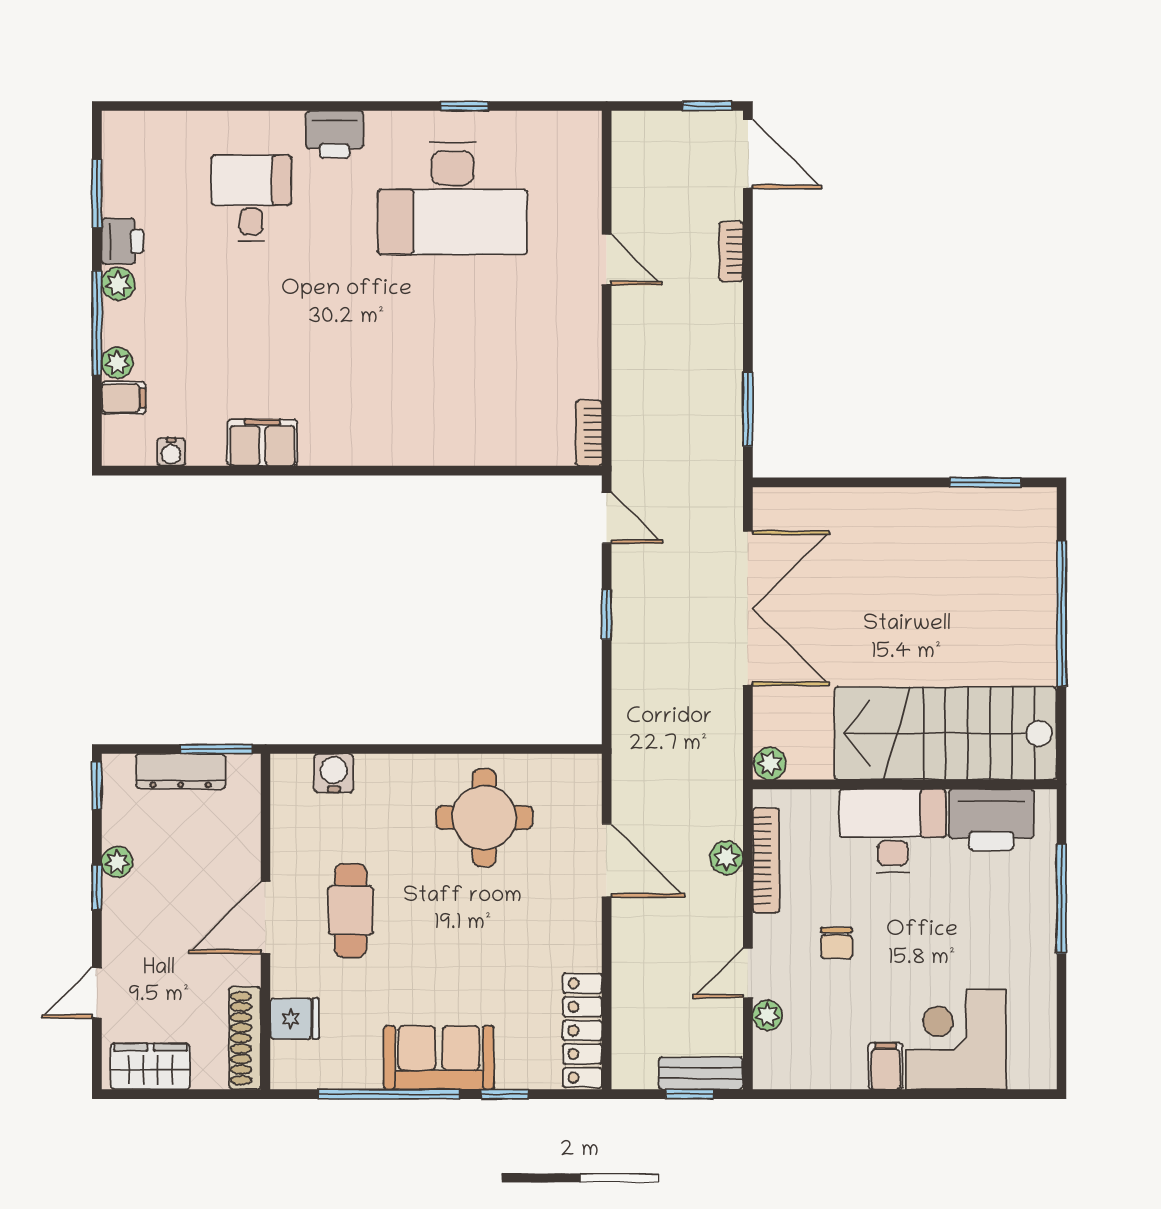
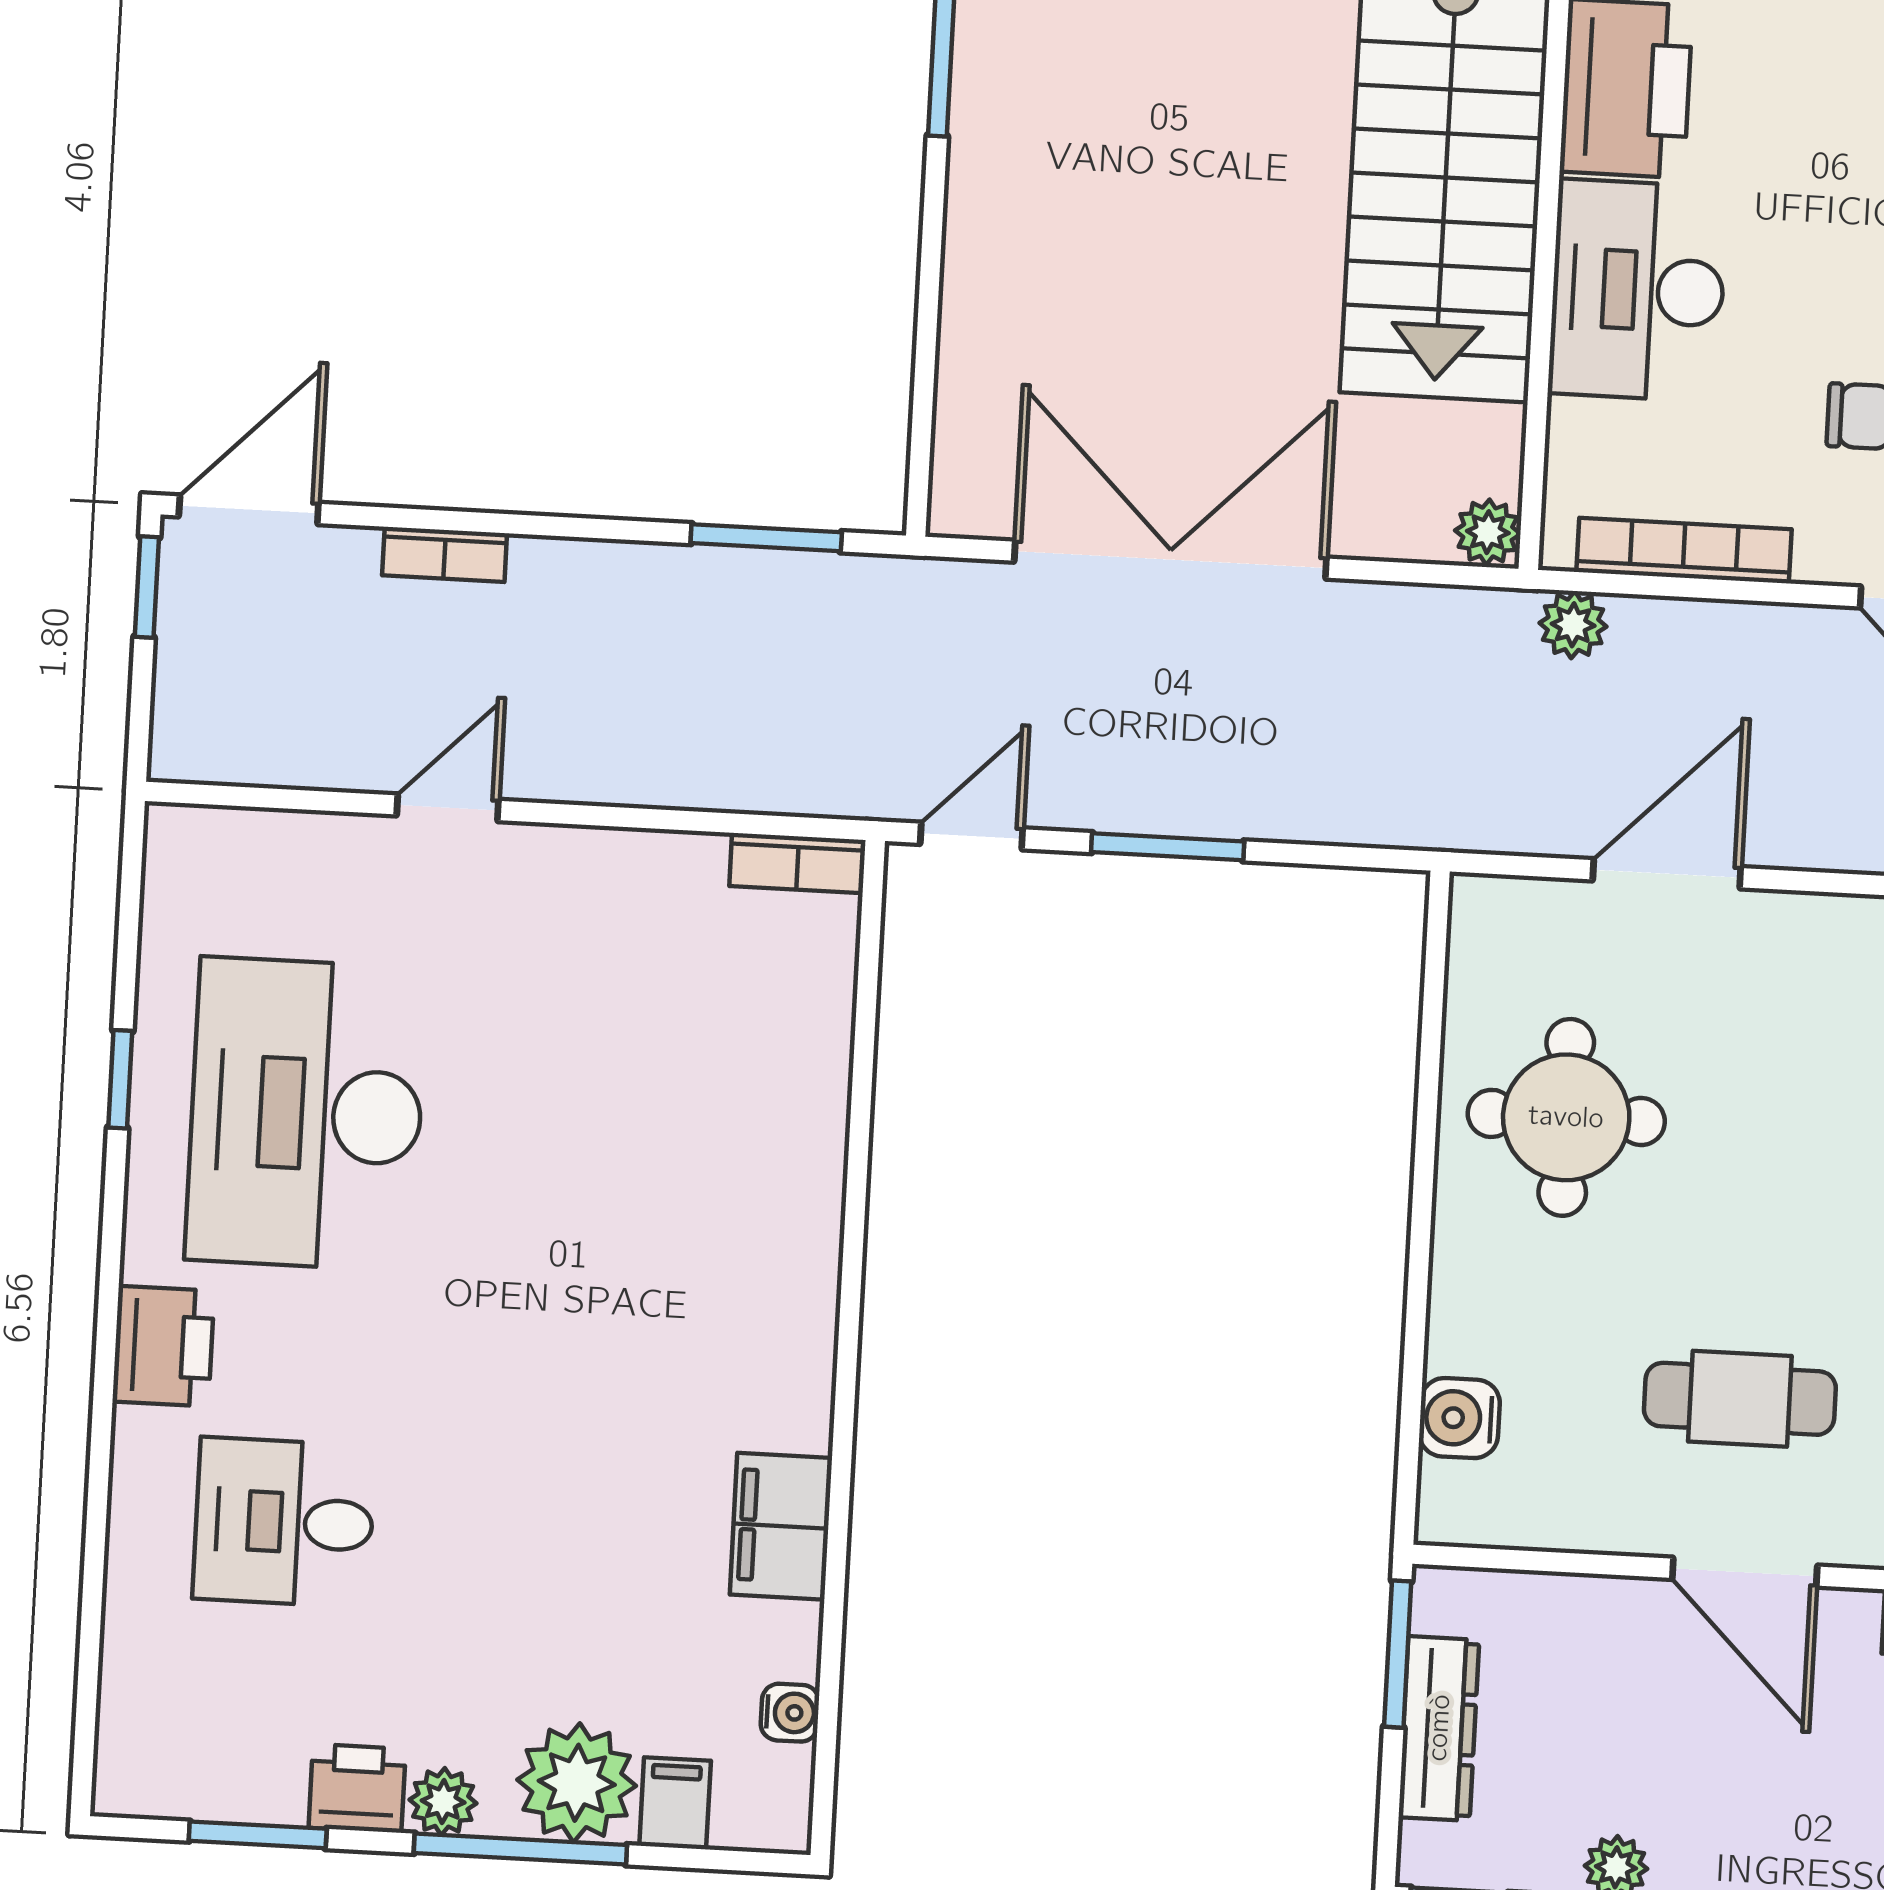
desk: (452, 198) -> (306, 1114), turned 180
plant: (117, 363) -> (577, 1783), width x1.88, depth x1.88
window: (607, 614) -> (1168, 847), width x1.50
plant: (727, 858) -> (1573, 625), moved

